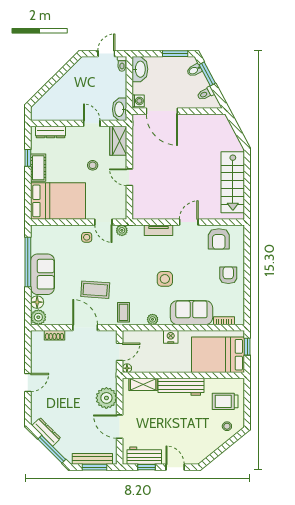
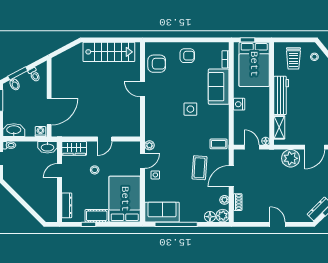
tv unit: (159, 230) -> (149, 114), removed
sofa: (43, 274) -> (162, 212), moved
armchair: (228, 275) -> (187, 56), turned 180
plant: (153, 319) -> (224, 200), moved

